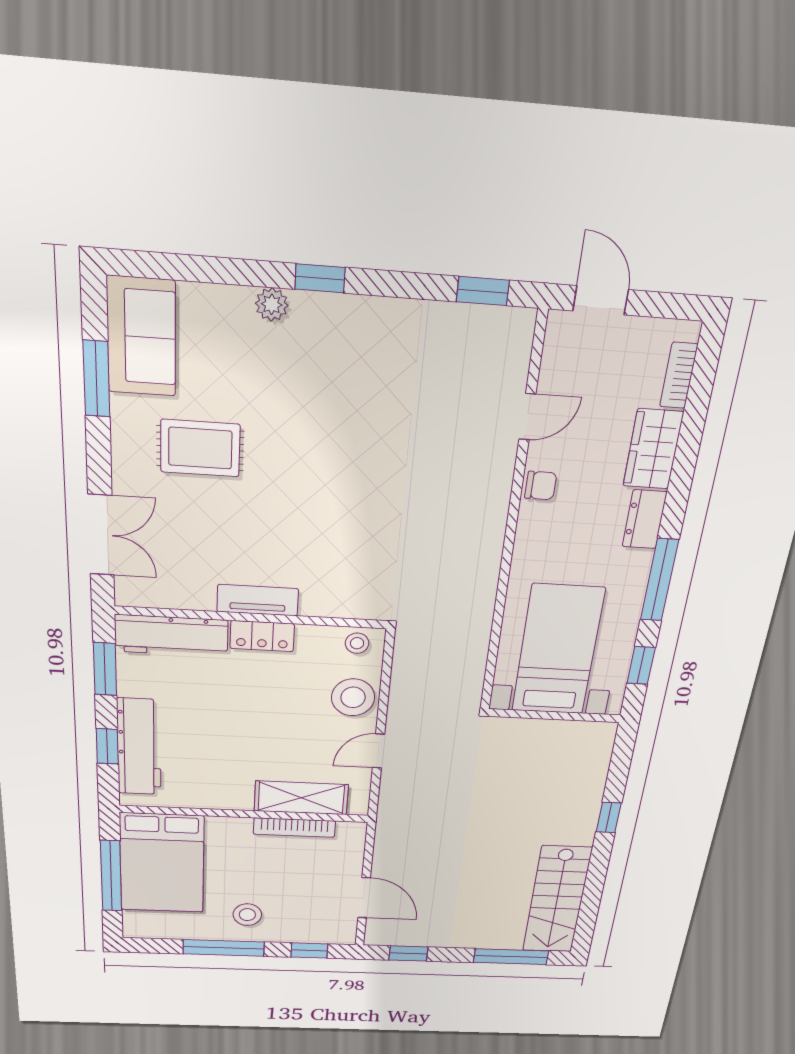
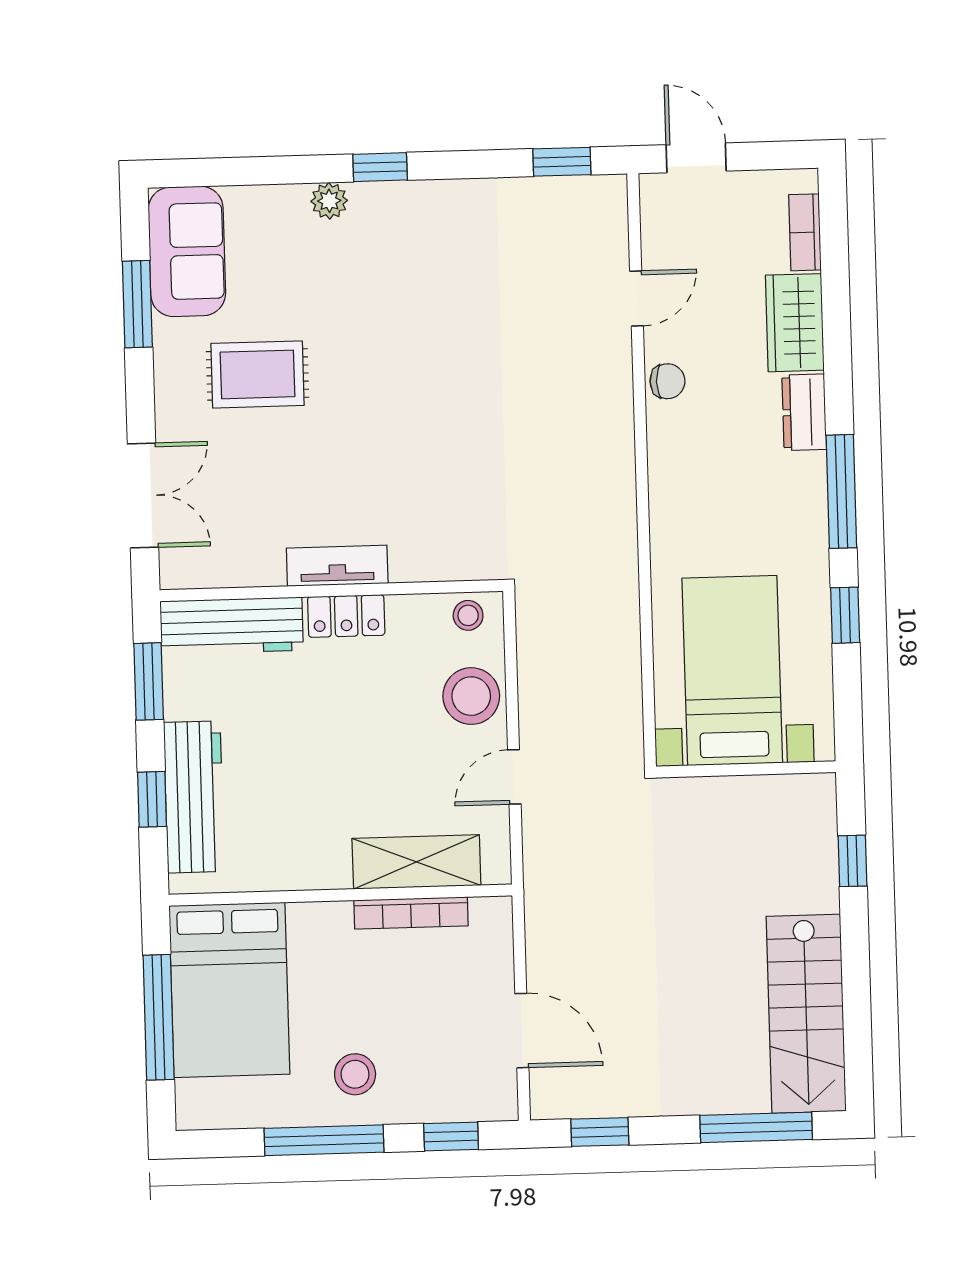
bed with nightstands: (558, 650) -> (732, 670), moved
wall: (554, 716) -> (746, 769), moved

